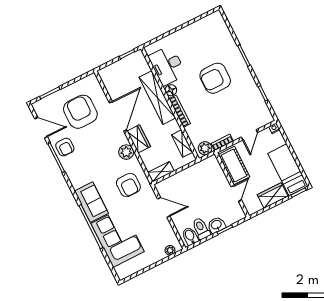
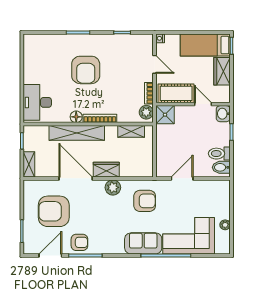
desk: (167, 65) -> (37, 102), moved, turned 90
shower: (211, 165) -> (165, 115), added
shelving: (161, 172) -> (29, 164), moved
washbasin: (216, 225) -> (223, 114), moved
plant: (170, 250) -> (225, 225), moved

